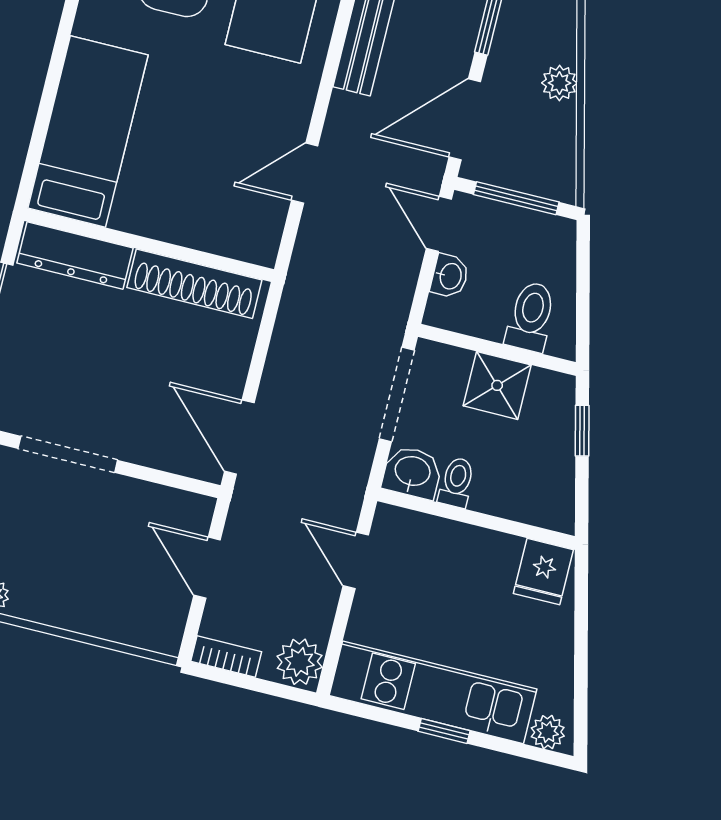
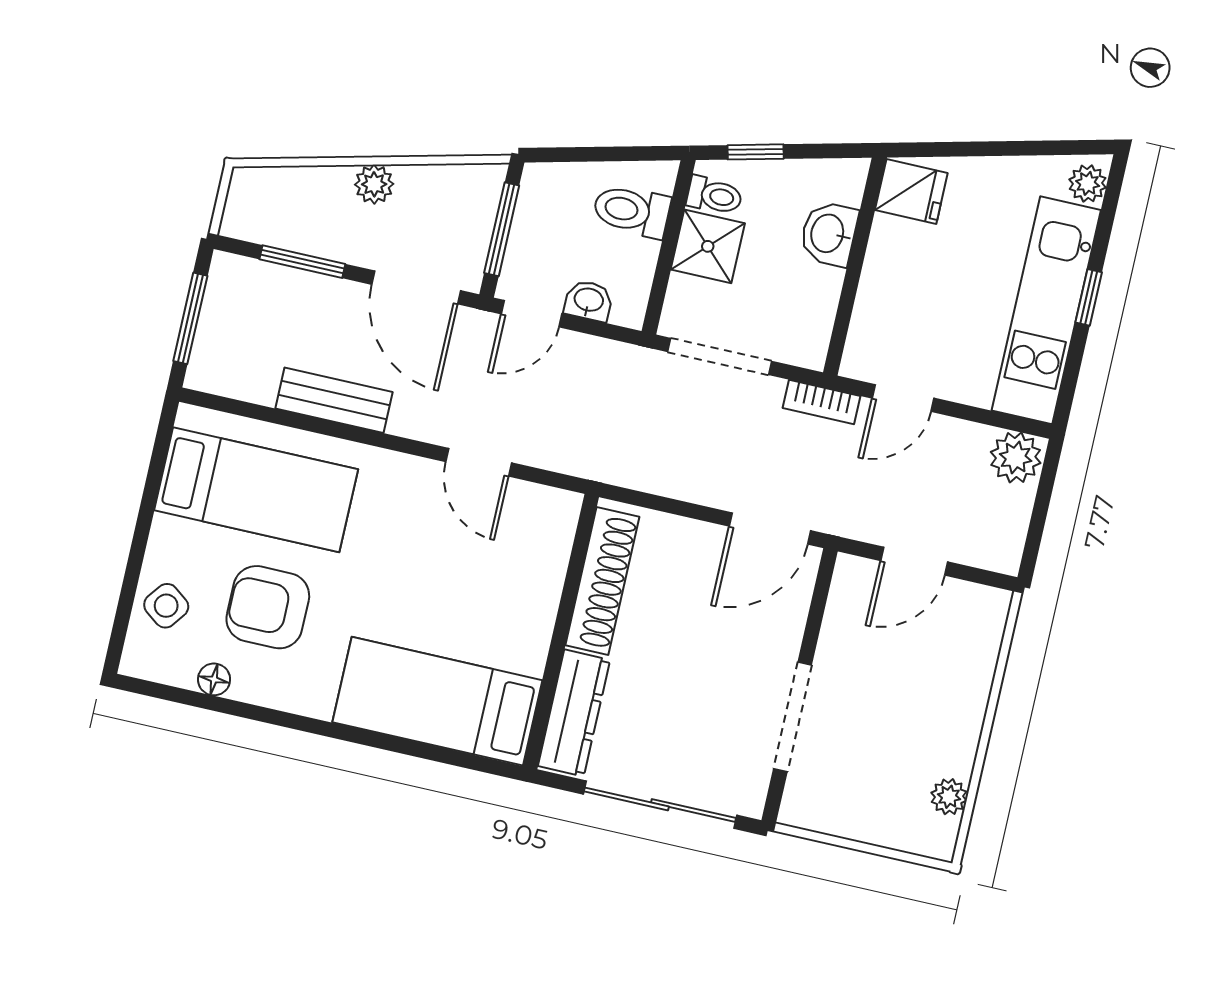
washbasin: (412, 472) -> (829, 234), moved
toilet: (457, 482) -> (715, 196), moved, turned 180
bookcase: (226, 656) -> (822, 402), moved, turned -90

